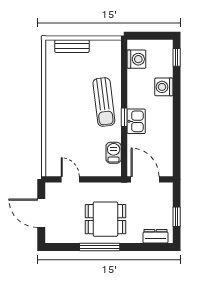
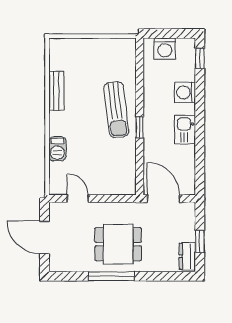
bench: (72, 46) -> (56, 91), moved, turned 90
washing machine: (136, 59) -> (165, 49), moved, turned 90
kitchen sink: (136, 121) -> (185, 130), moved, turned 180
barbecue: (114, 153) -> (57, 149), moved, turned 180
dresser: (155, 236) -> (187, 256), moved, turned -90

